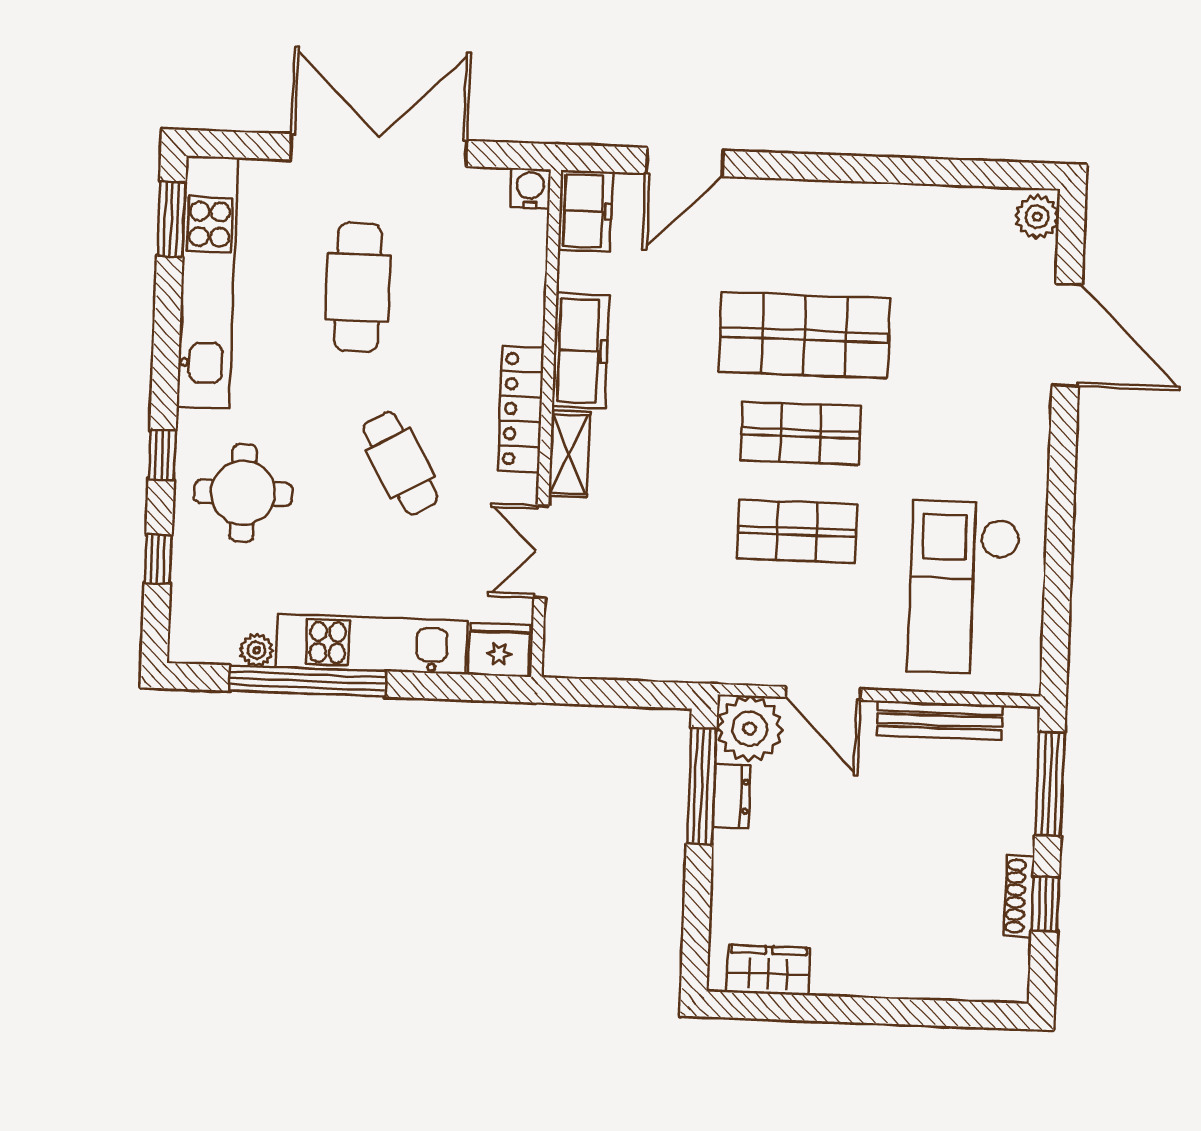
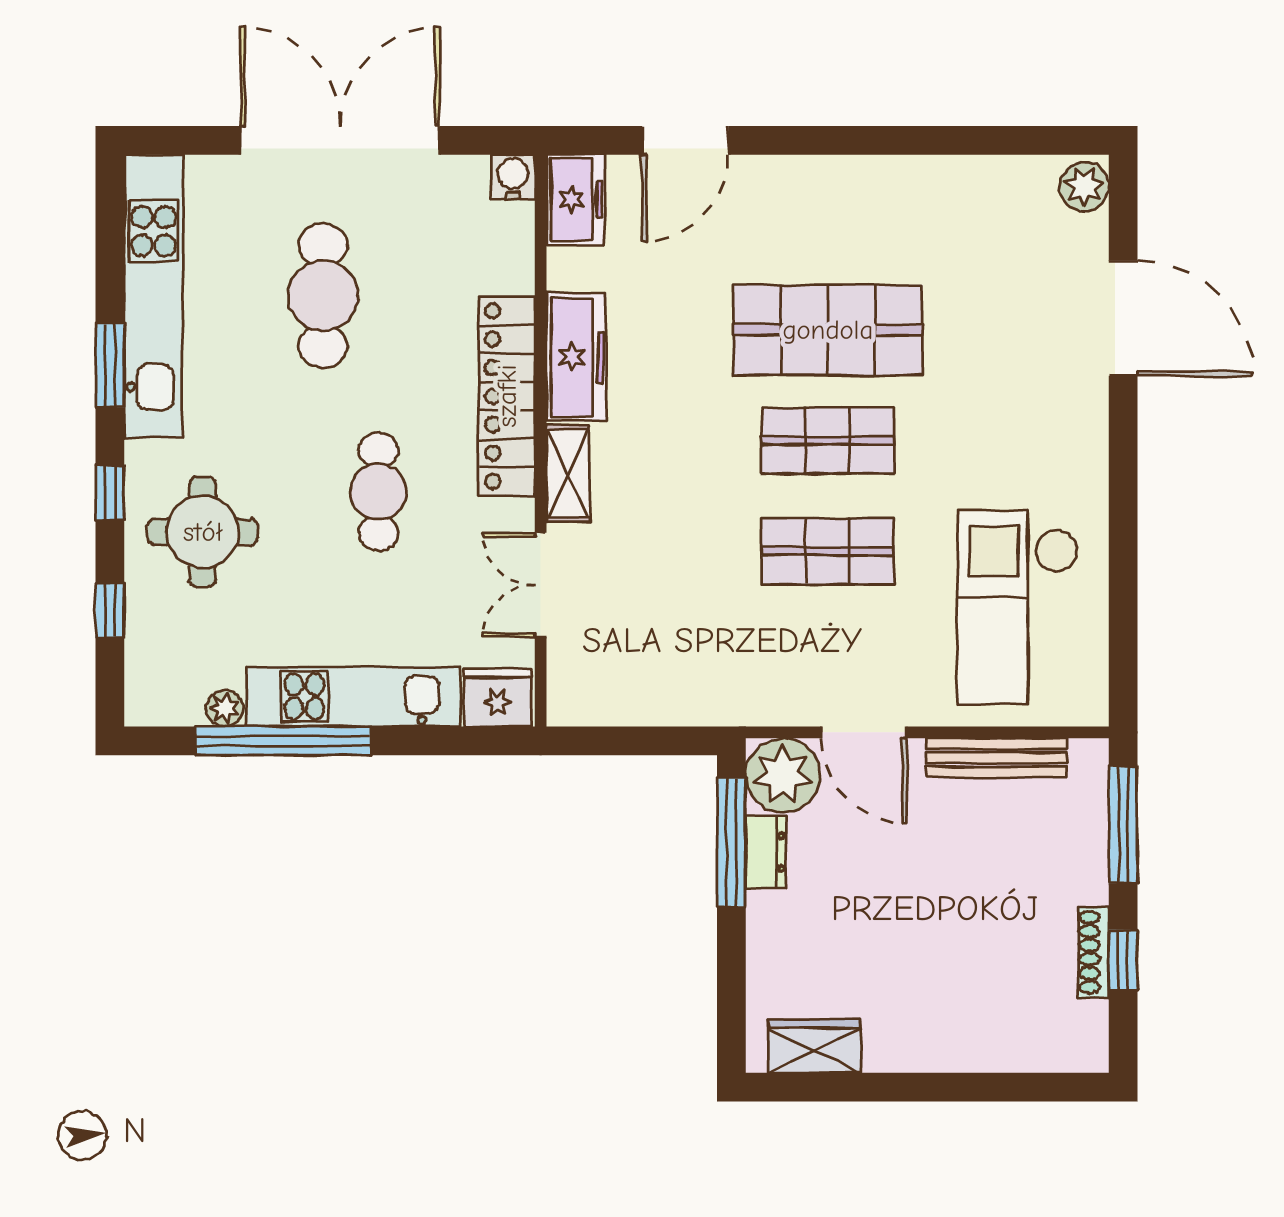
window: (171, 219) -> (110, 365), moved
locker: (521, 409) -> (507, 396), width x1.41, depth x1.21
cafe table: (400, 463) -> (378, 492), turned 30

